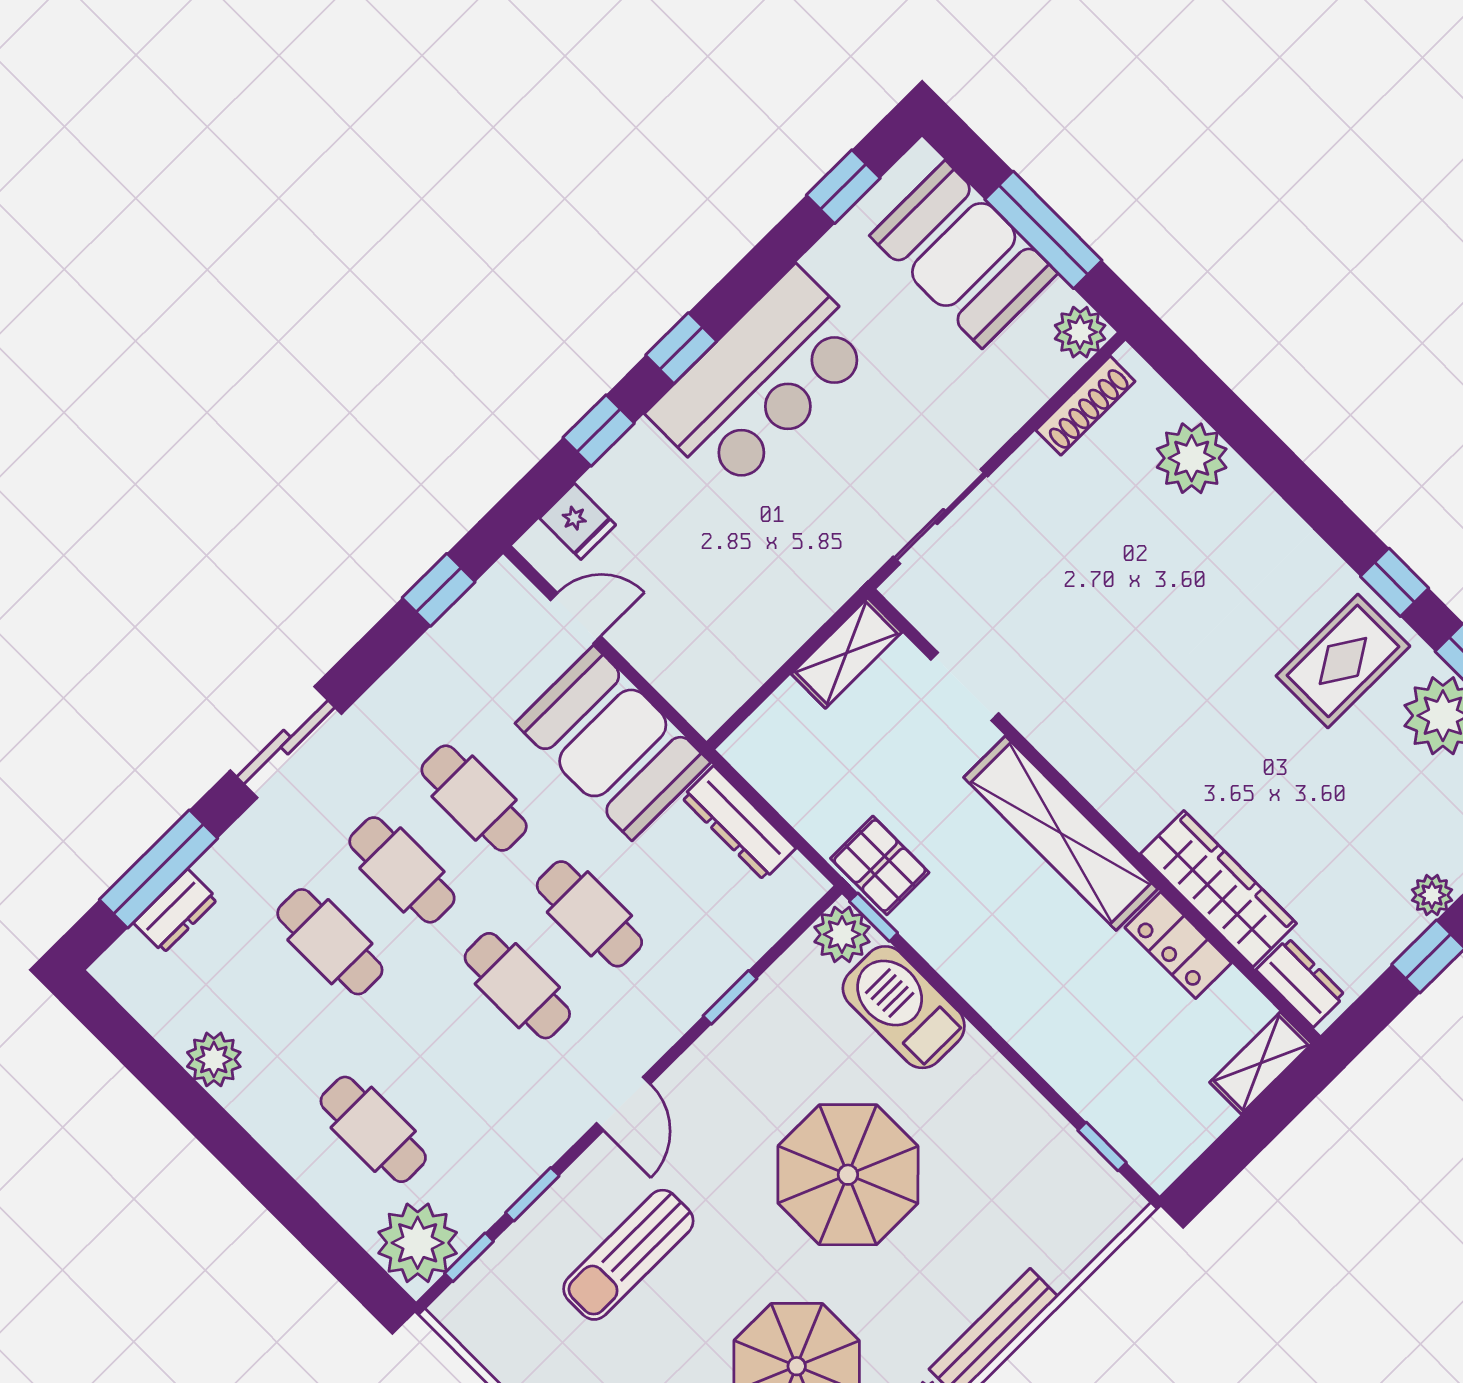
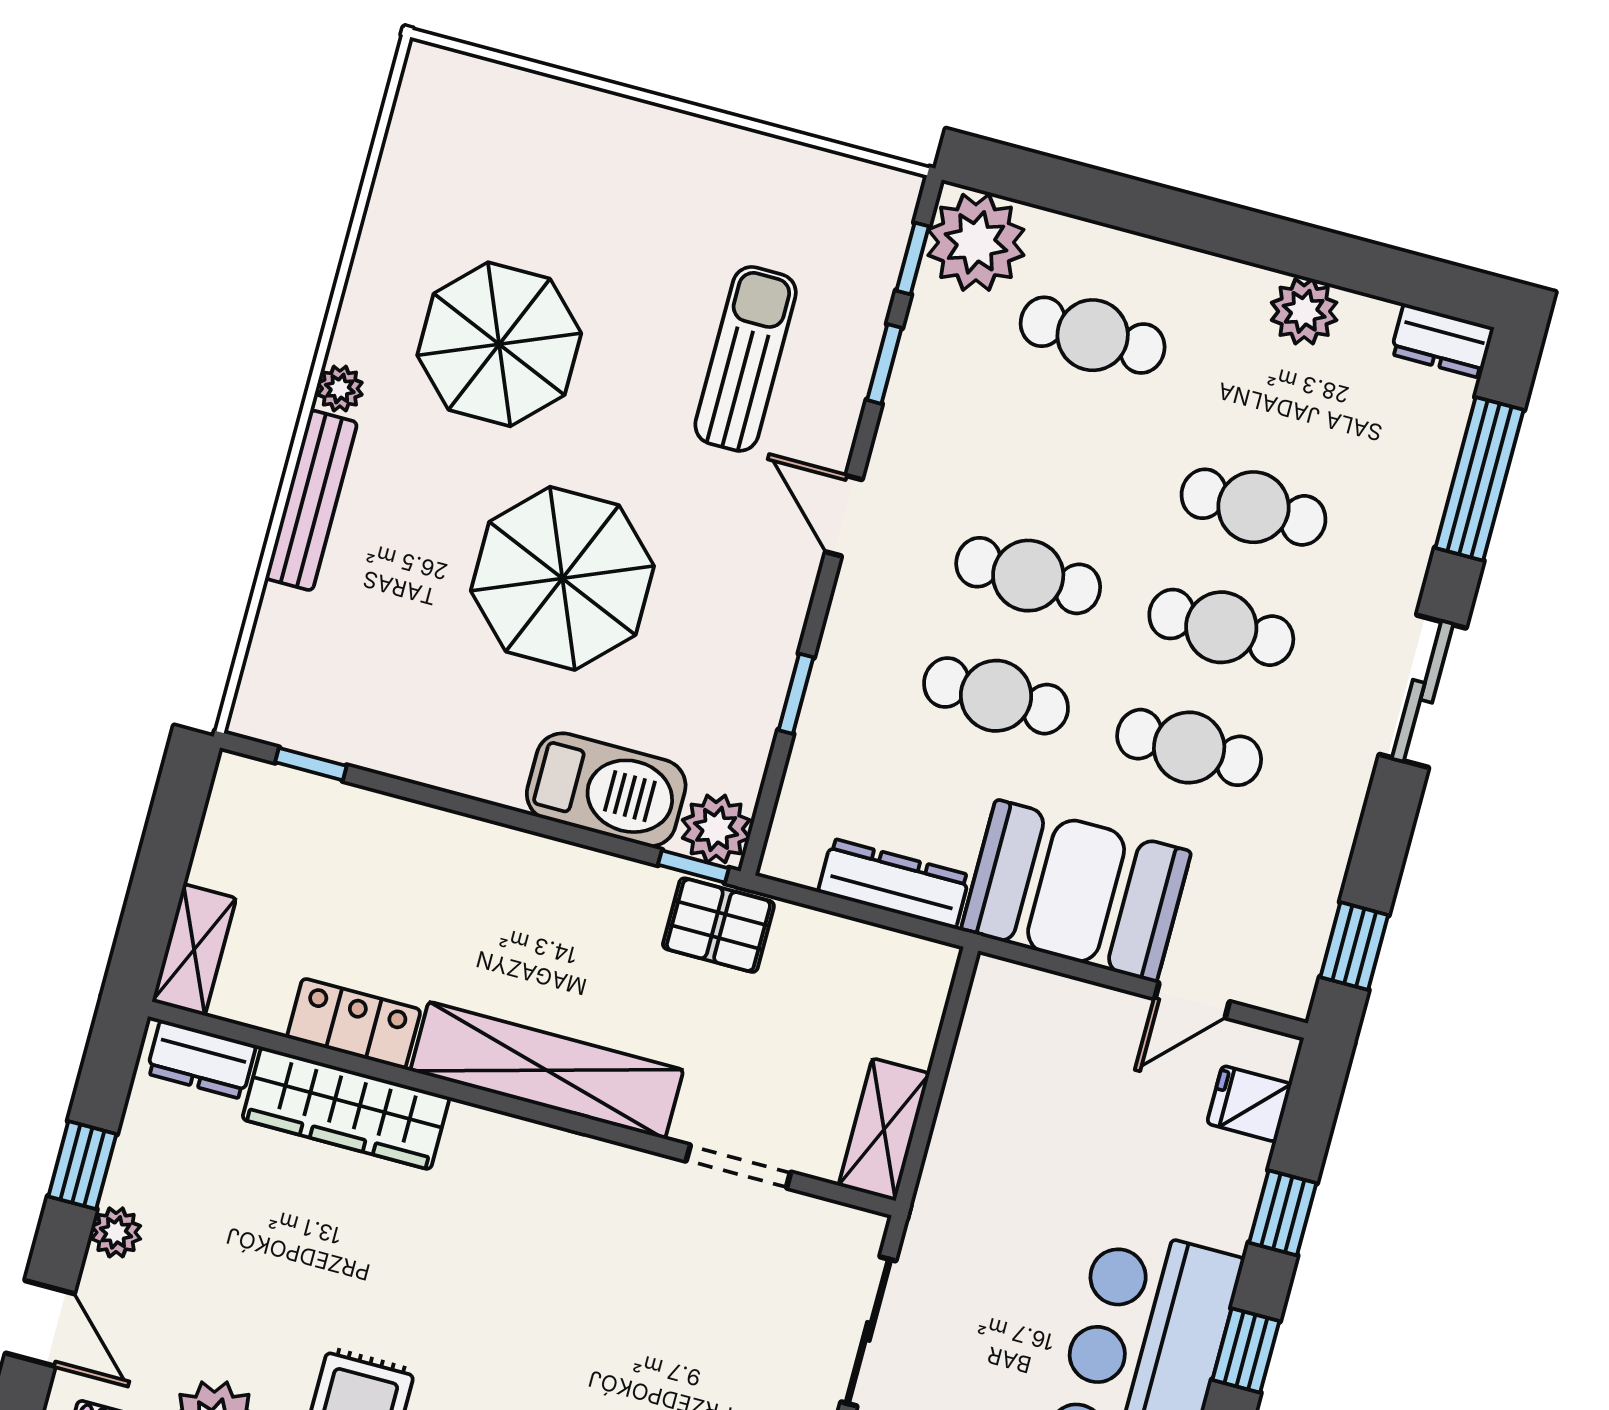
dresser: (176, 911) -> (1442, 341), moved, turned -90

